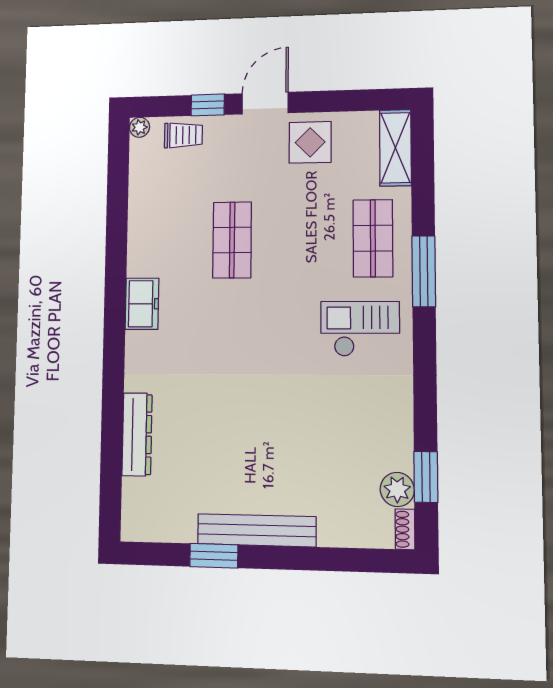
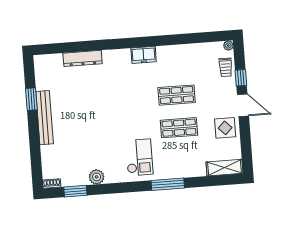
shop shelf: (373, 238) -> (179, 128), moved
plant: (397, 490) -> (97, 177), moved

